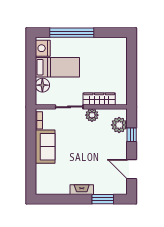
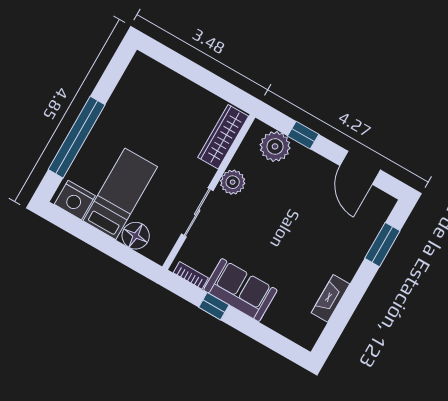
wardrobe: (99, 99) -> (223, 137), moved
window: (31, 139) -> (214, 306), added
door: (132, 169) -> (360, 168), hinge flipped
fireplace: (82, 190) -> (331, 298), moved

